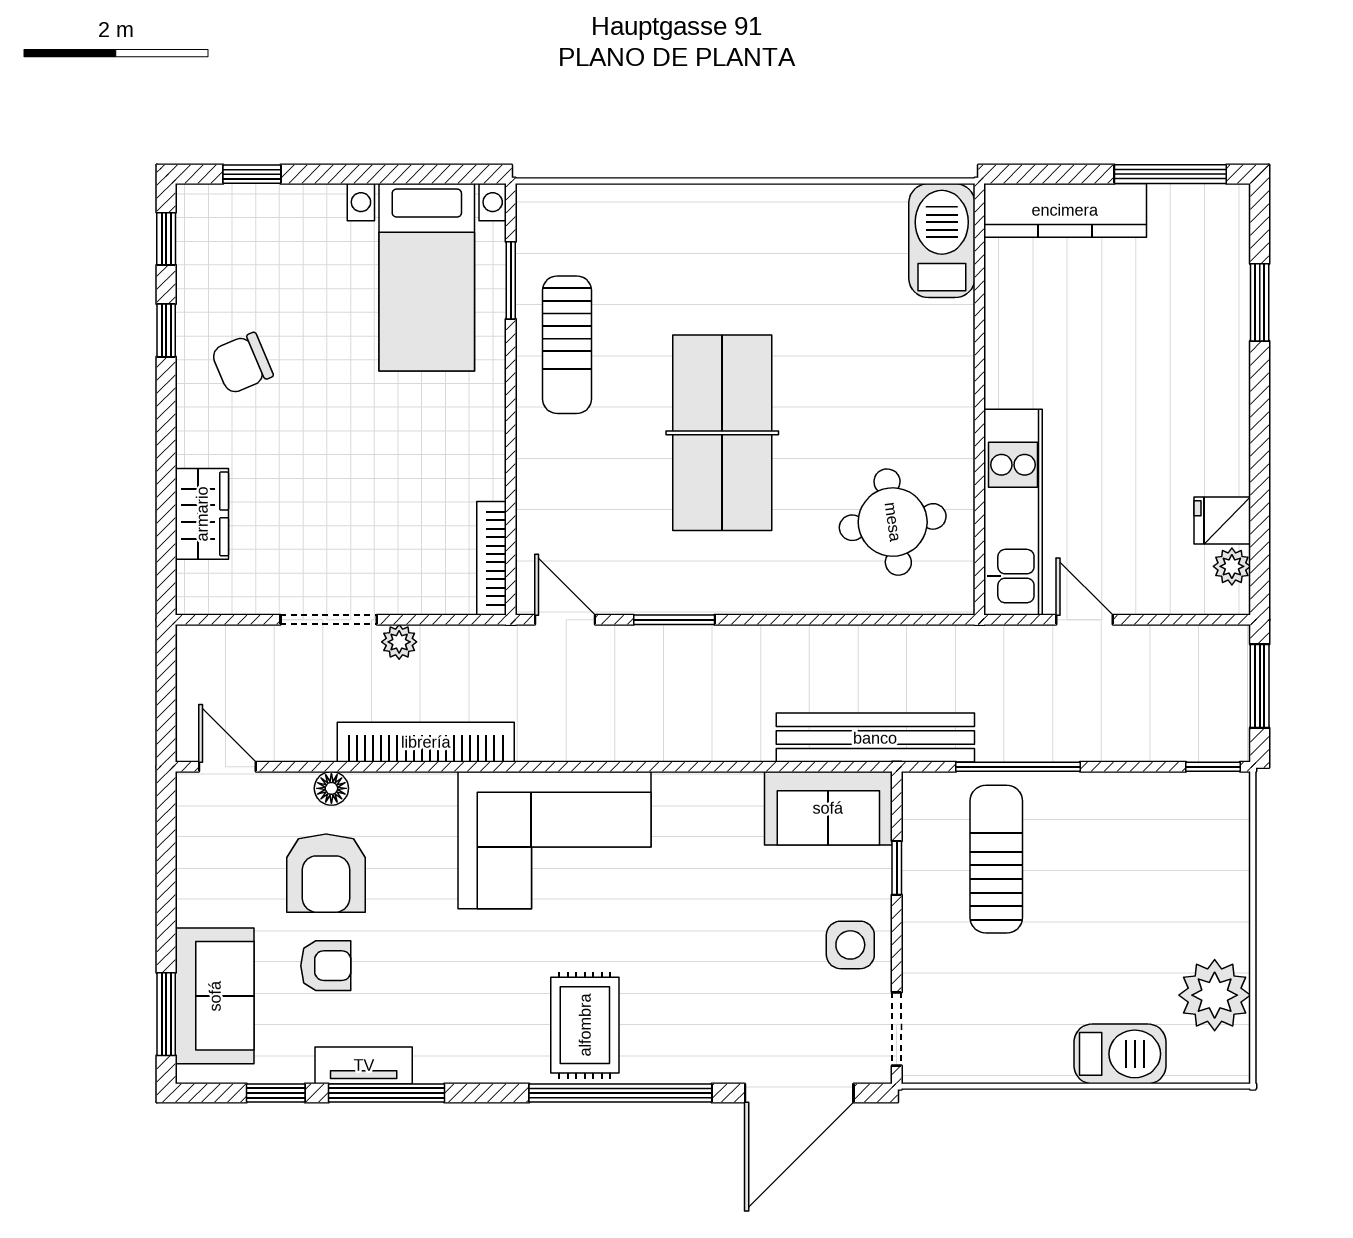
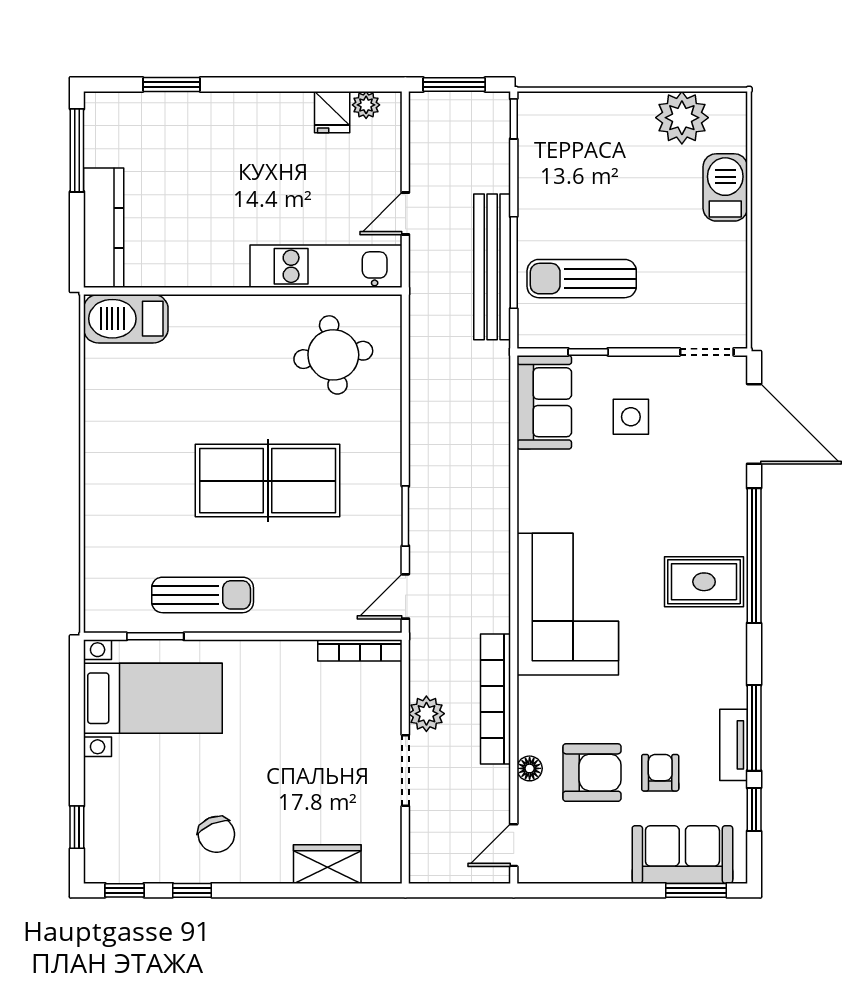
plant: (399, 642) -> (426, 714), width x1.38, depth x1.38
bench: (875, 738) -> (492, 267), moved
side table: (850, 945) -> (631, 417), moved

